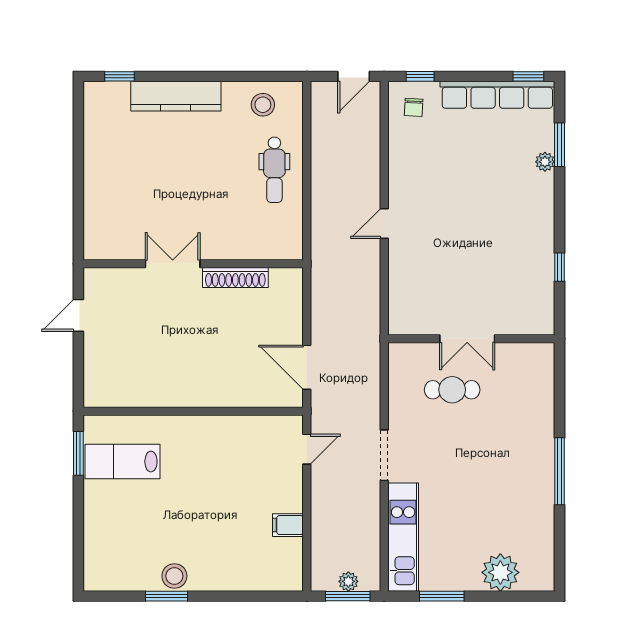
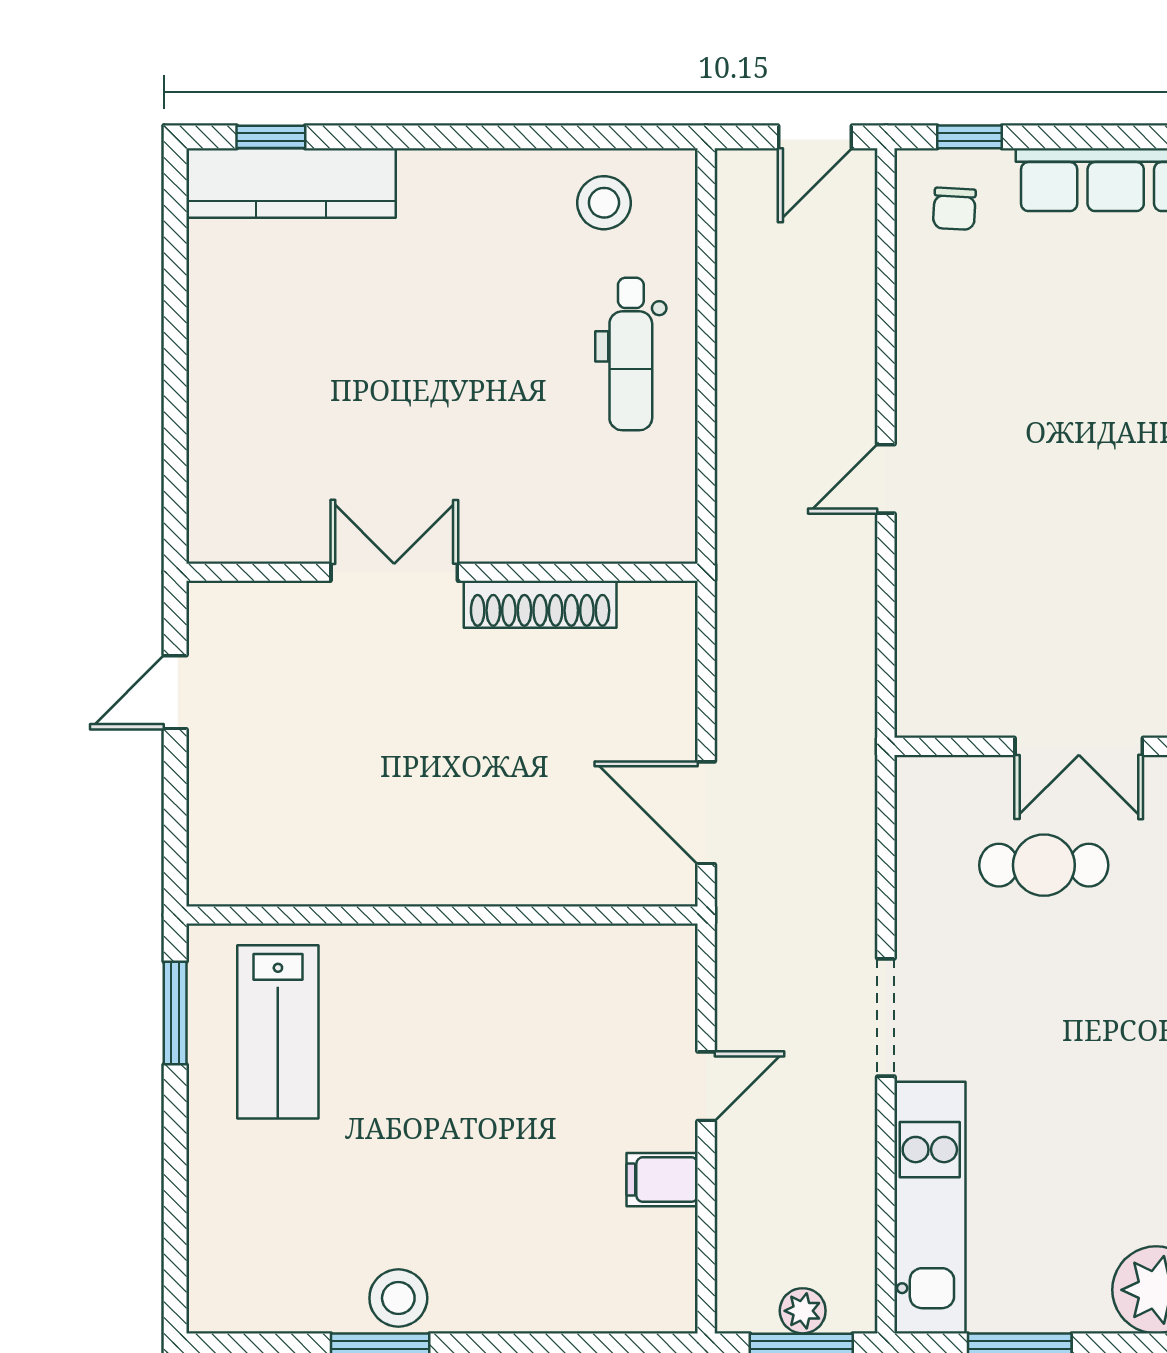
kitchen counter: (176, 96) -> (291, 183), moved
door: (307, 449) -> (706, 1086), moved
lab bench: (123, 462) -> (278, 1032), turned -90

